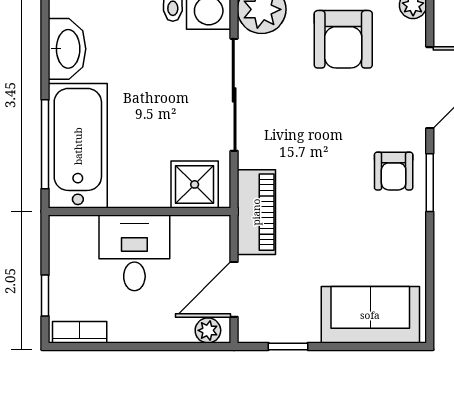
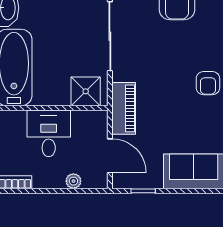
door: (234, 289) -> (110, 156), swing flipped
plant: (208, 330) -> (73, 181), moved

